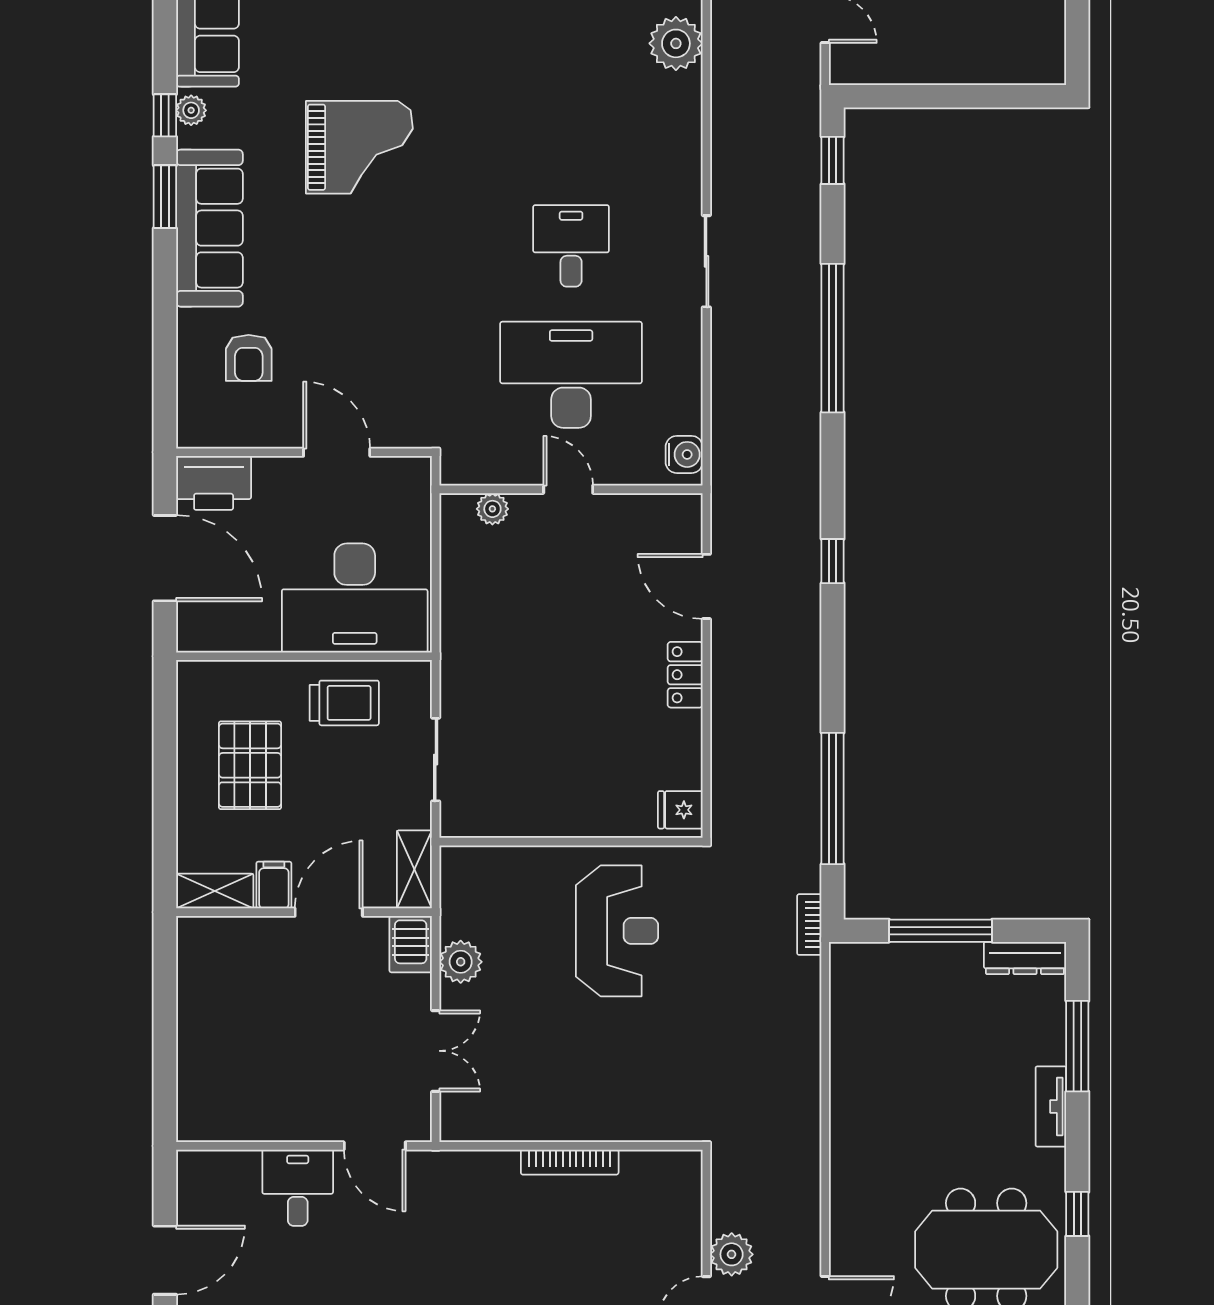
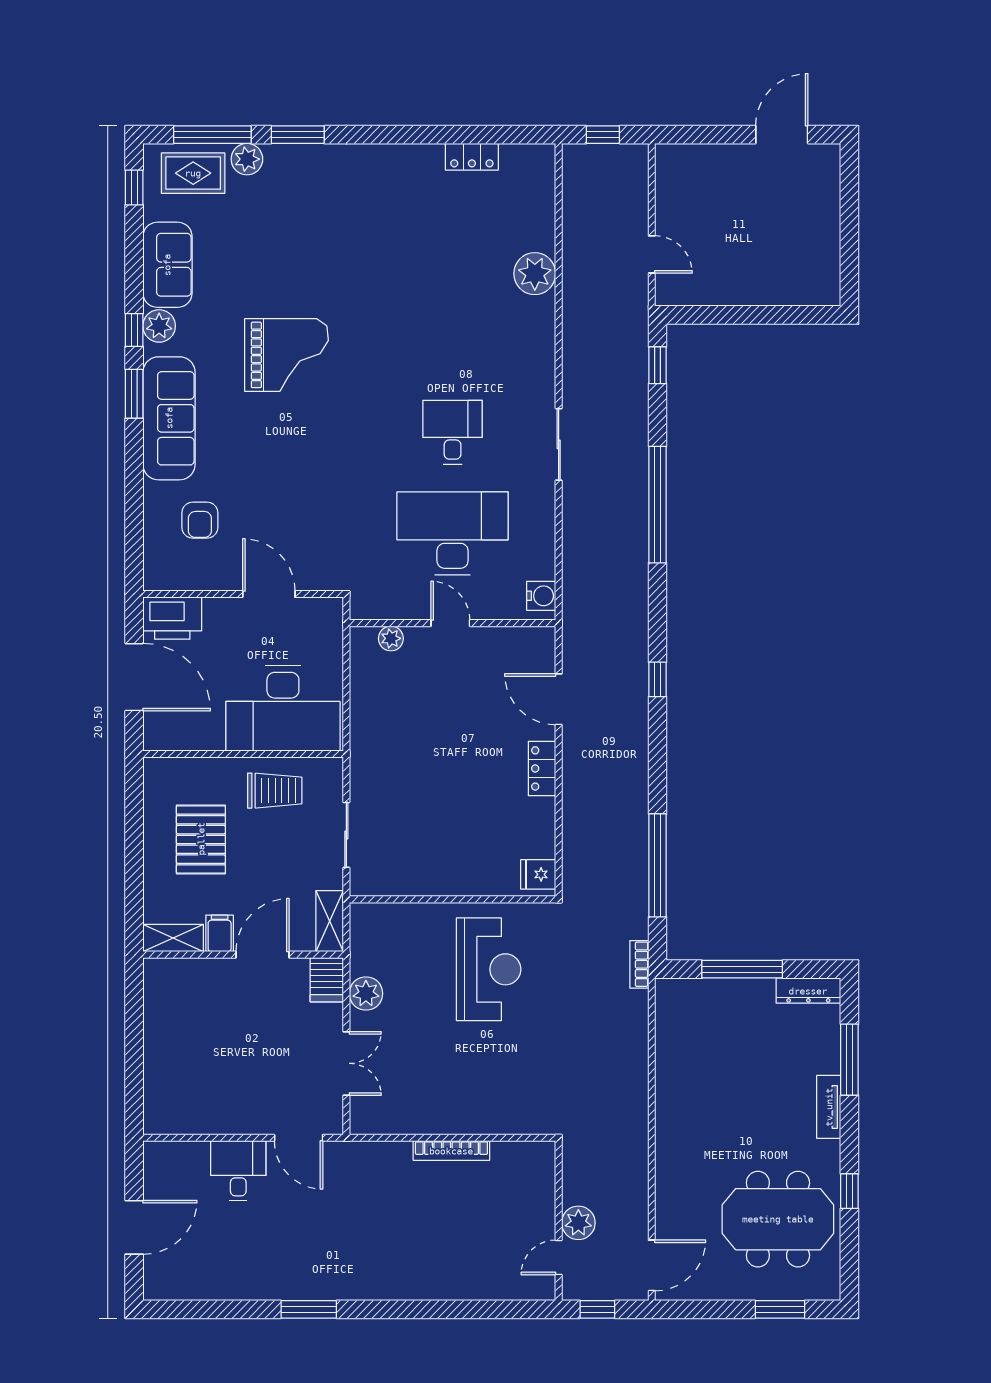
plant: (191, 110) -> (159, 326), width x1.38, depth x1.38

